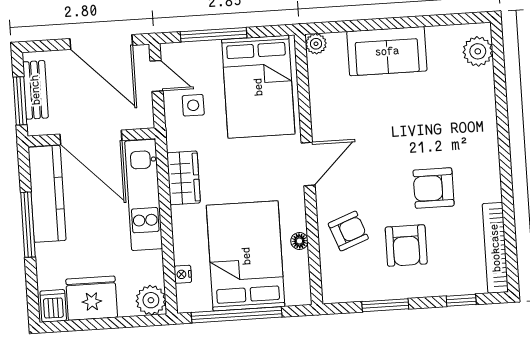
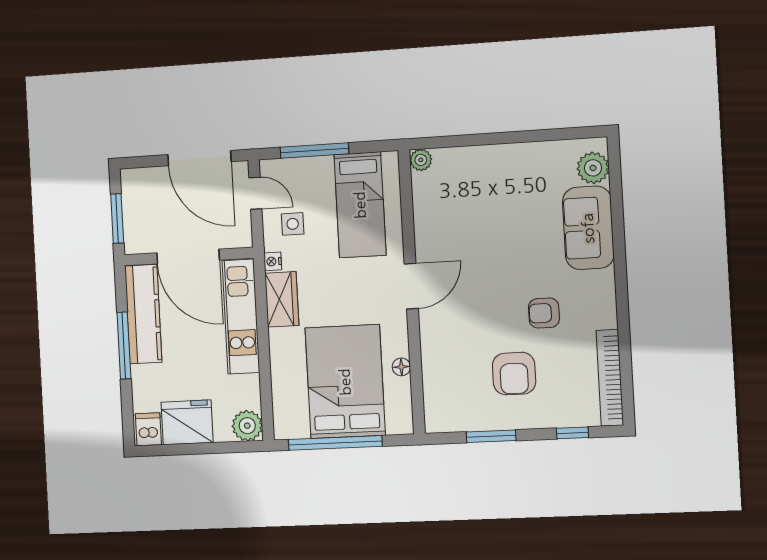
sofa: (387, 51) -> (588, 228), moved, turned 90
bed: (258, 87) -> (360, 205), width x0.67
bench: (35, 90) -> (133, 207), removed
armchair: (434, 188) -> (544, 313), width x0.72, depth x0.72
armchair: (348, 231) -> (453, 357), removed
nightstand: (183, 274) -> (273, 261), moved

